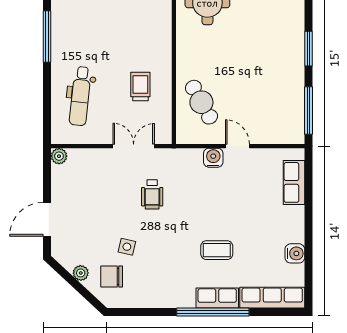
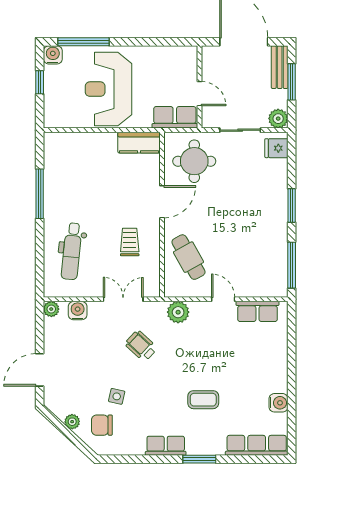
door: (174, 45) -> (162, 202), added
water cooler: (213, 158) -> (78, 311), moved
plant: (191, 159) -> (178, 312), added
row of seats: (294, 182) -> (257, 311), moved, turned -90
wheelchair: (152, 194) -> (141, 346), turned 133
row of seats: (217, 298) -> (166, 446), moved
window: (213, 312) -> (199, 459), width x0.47

